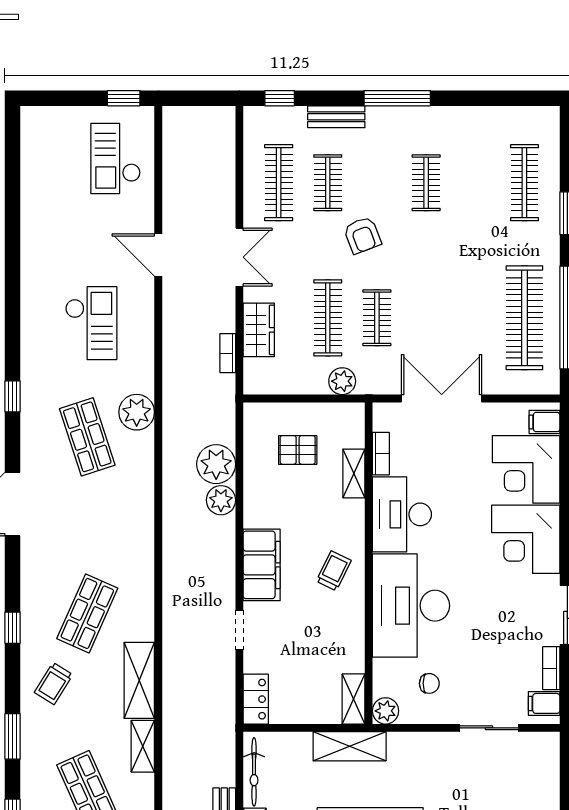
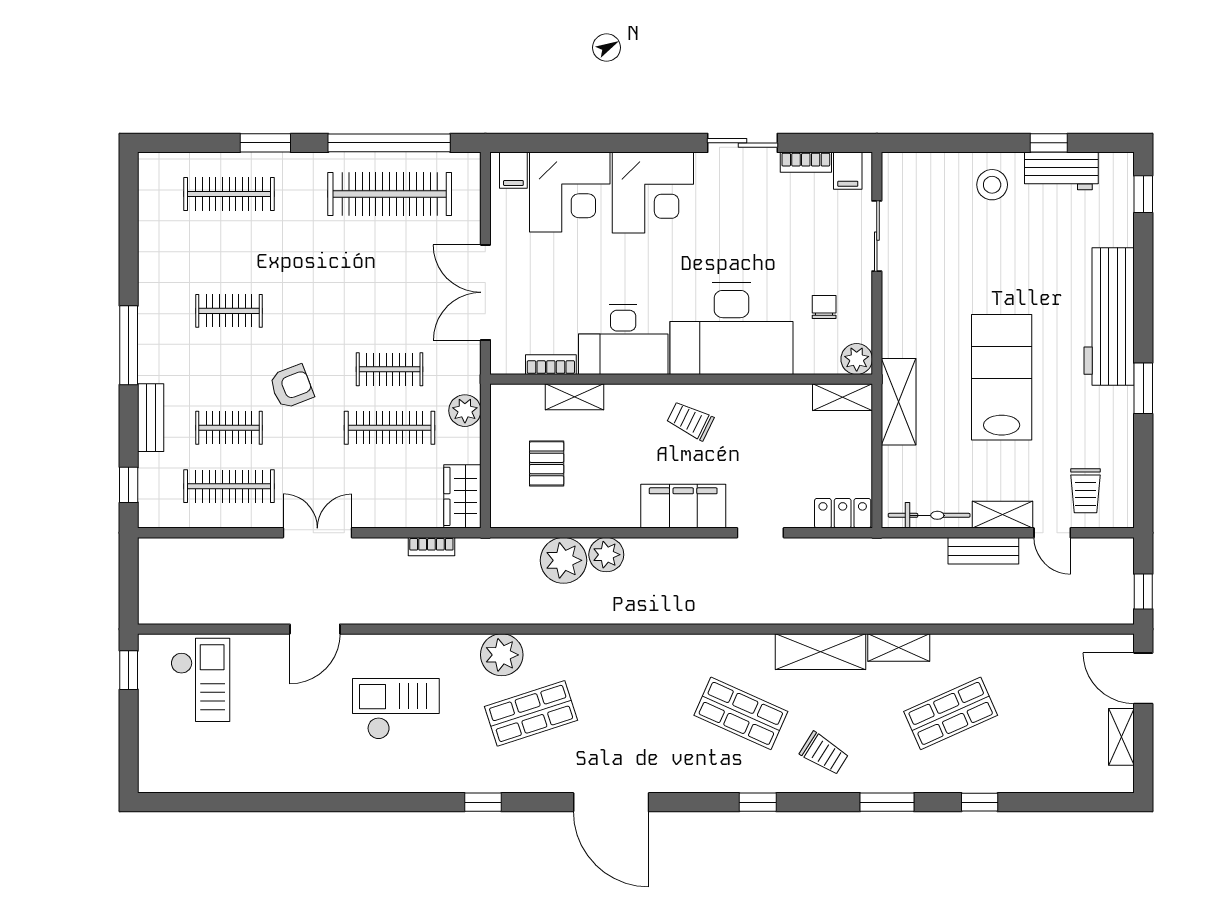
checkout: (116, 159) -> (200, 680), turned -90
wardrobe: (259, 330) -> (462, 496), moved, turned -90

